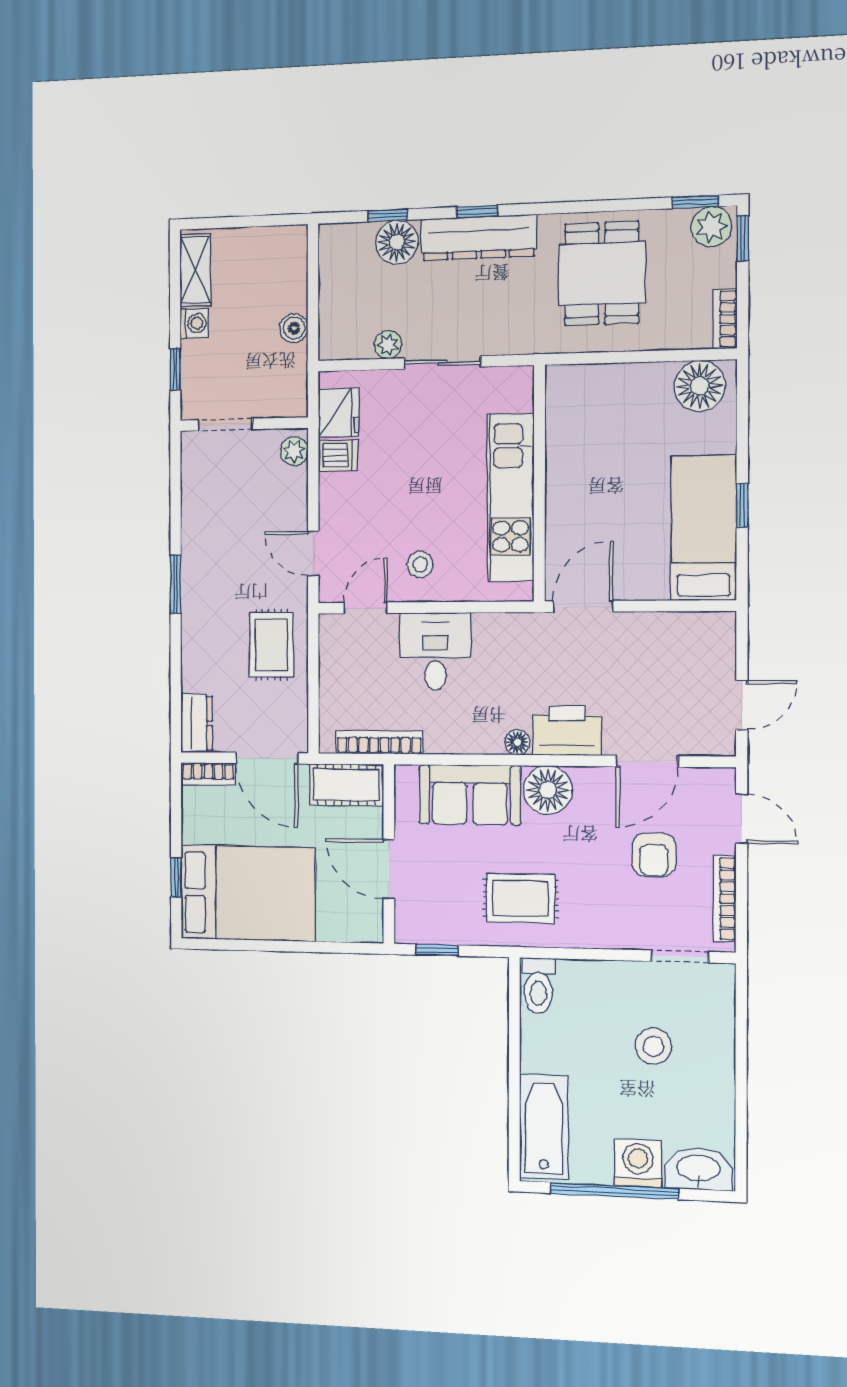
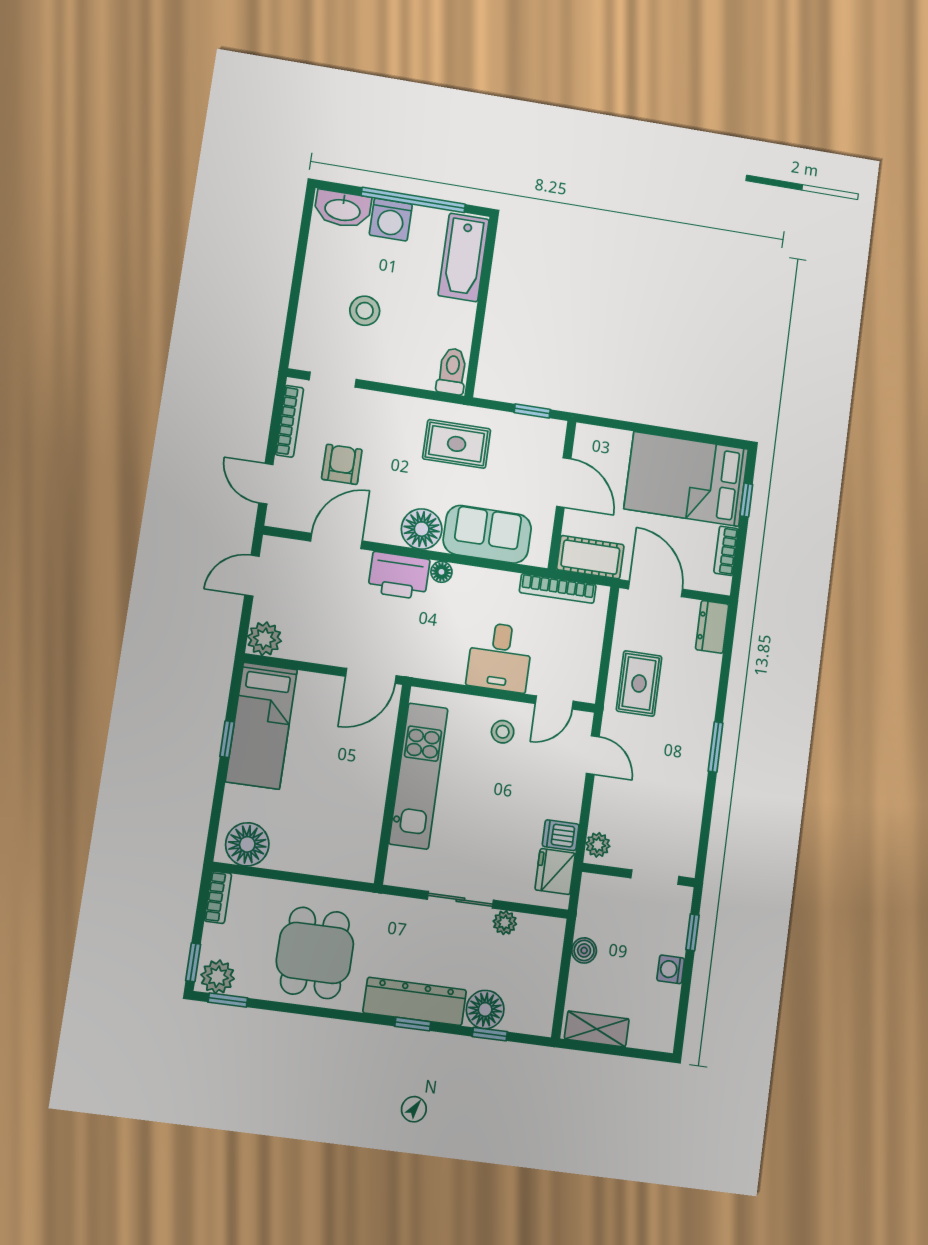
shelving: (195, 270) -> (597, 1029), moved, turned 90
plant: (716, 632) -> (264, 639), added
bookcase: (208, 774) -> (726, 551), moved, turned -90

